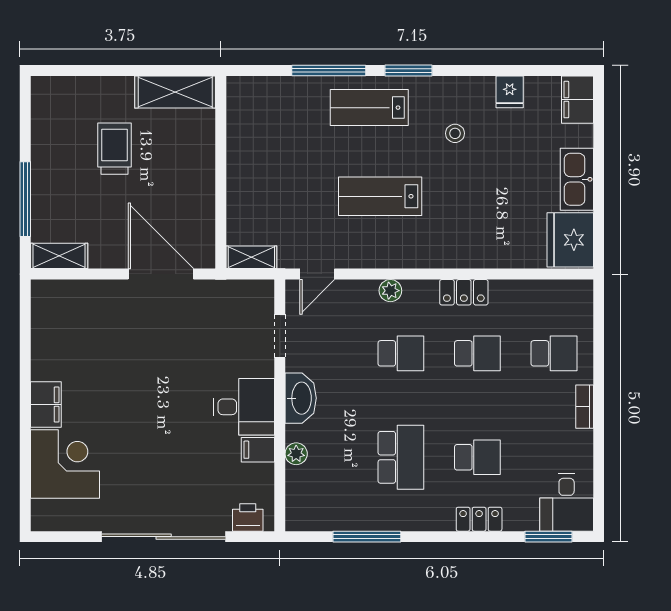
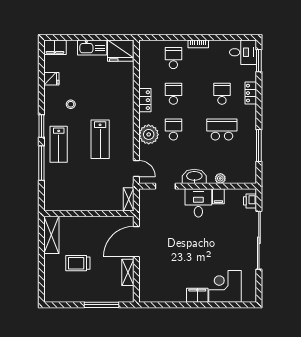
shelving: (59, 256) -> (128, 272), moved
plant: (390, 291) -> (149, 134), width x1.88, depth x1.88

